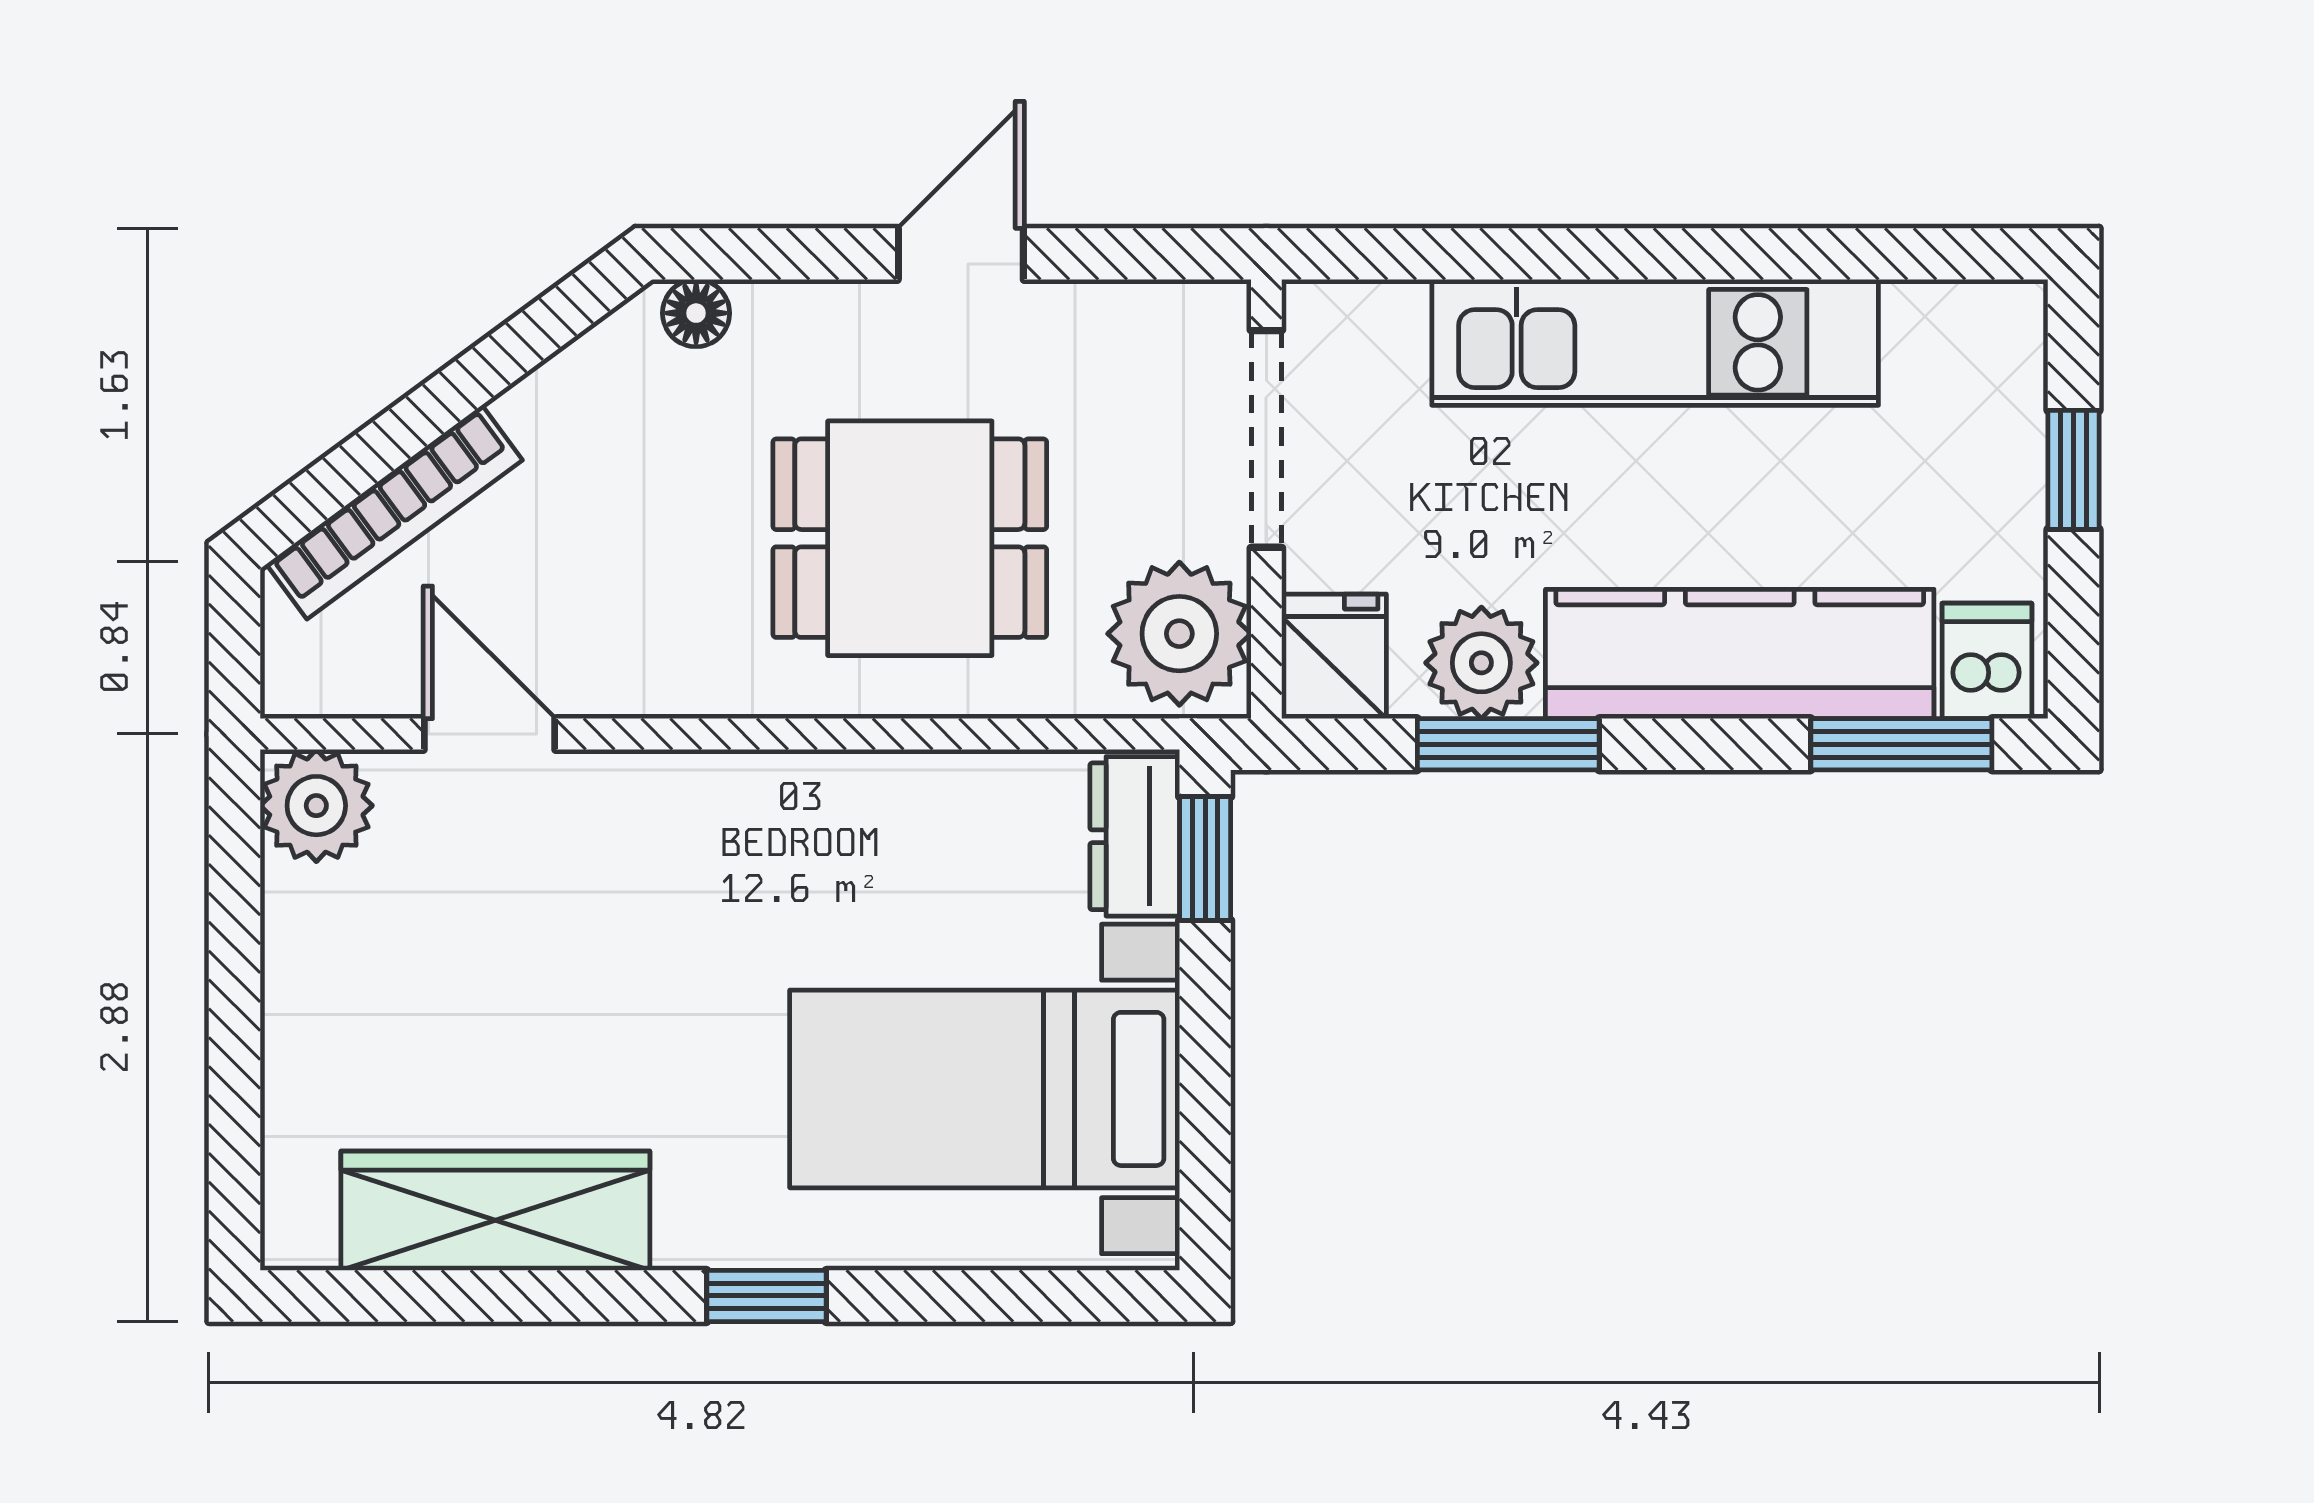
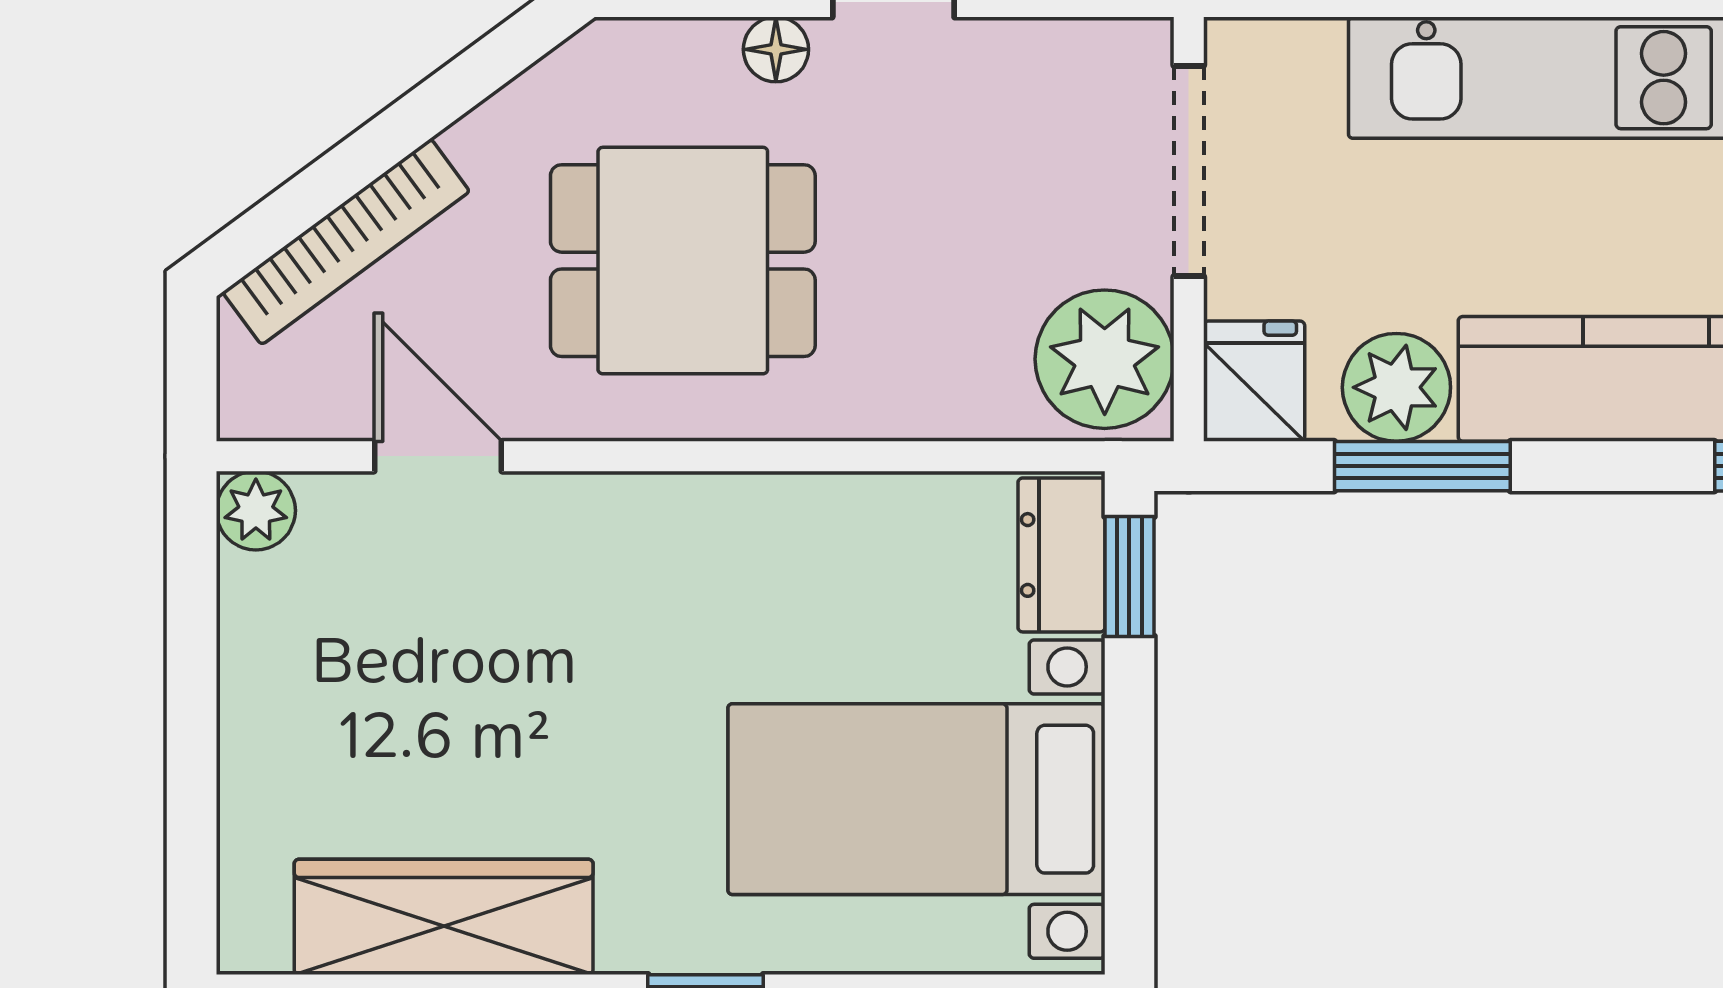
floor lamp: (696, 313) -> (776, 49), moved
dining table: (910, 538) -> (683, 261), moved
plant: (316, 806) -> (256, 511), width x0.73, depth x0.73

